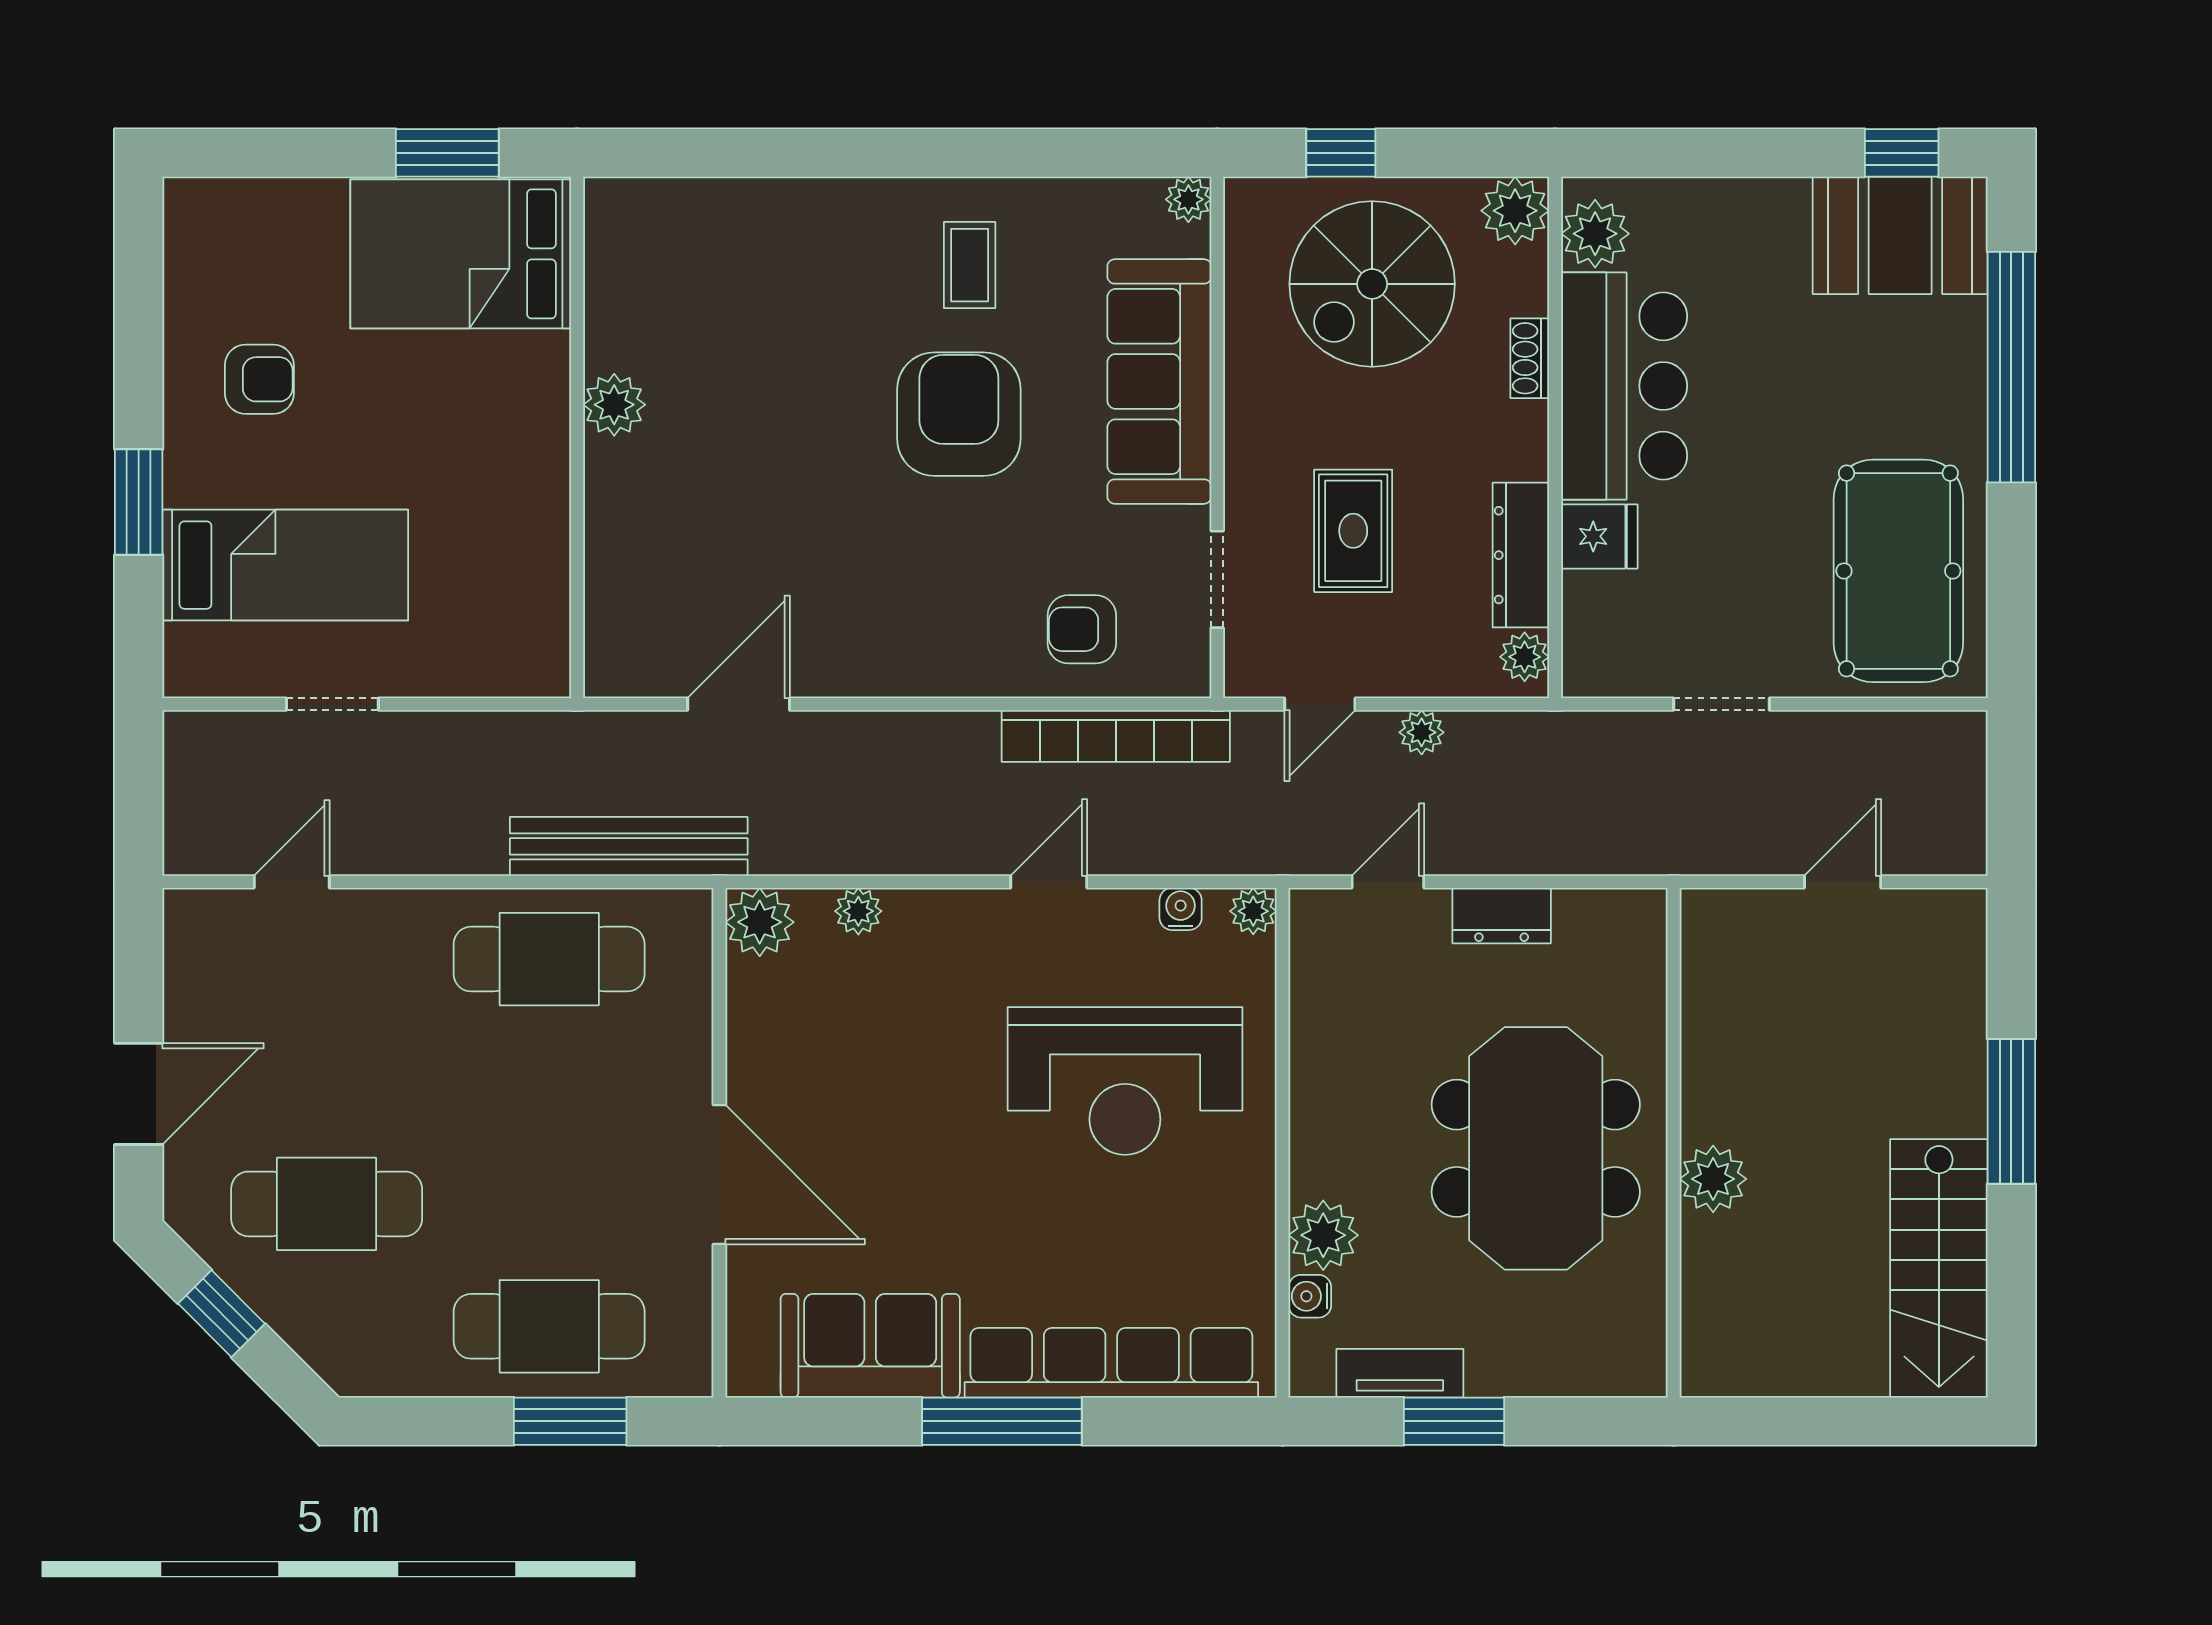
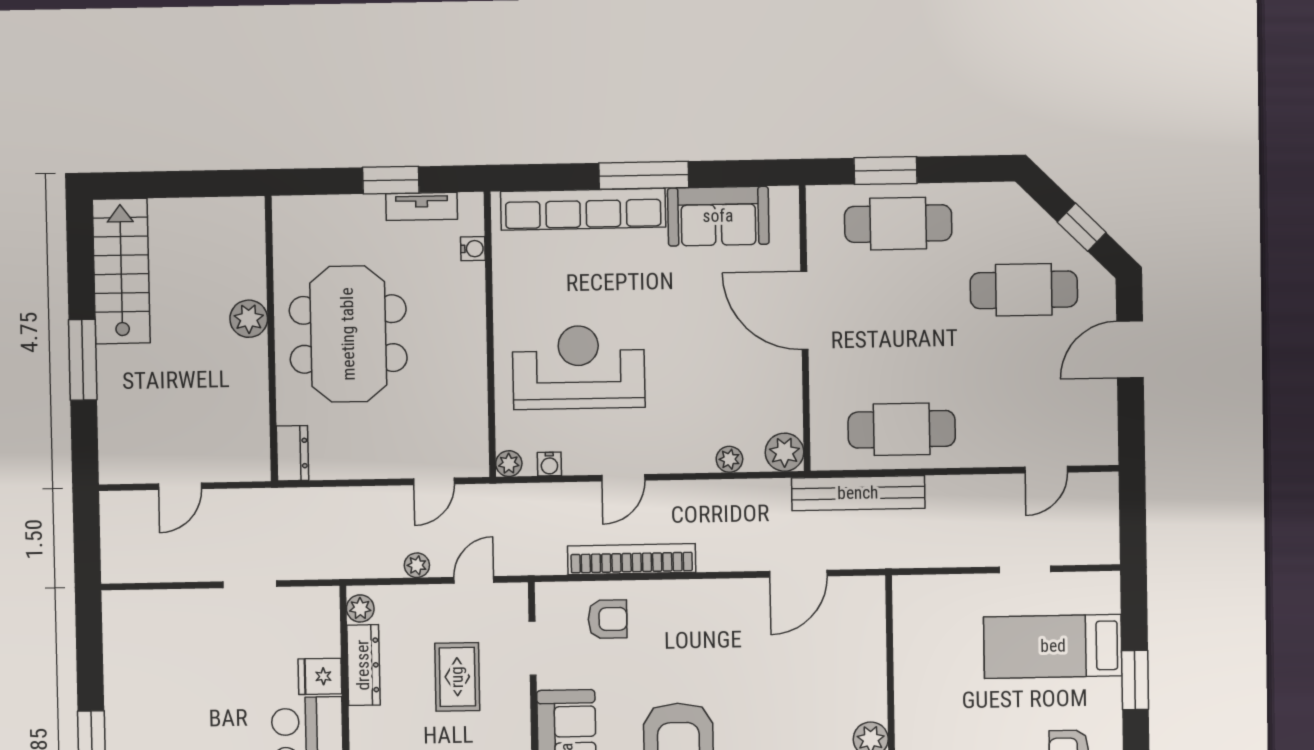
pool table: (1898, 571) -> (153, 660), removed
bookcase: (1116, 736) -> (632, 559), moved
dresser: (1502, 916) -> (292, 453), moved, turned 90
plant: (1323, 1235) -> (466, 283), removed

